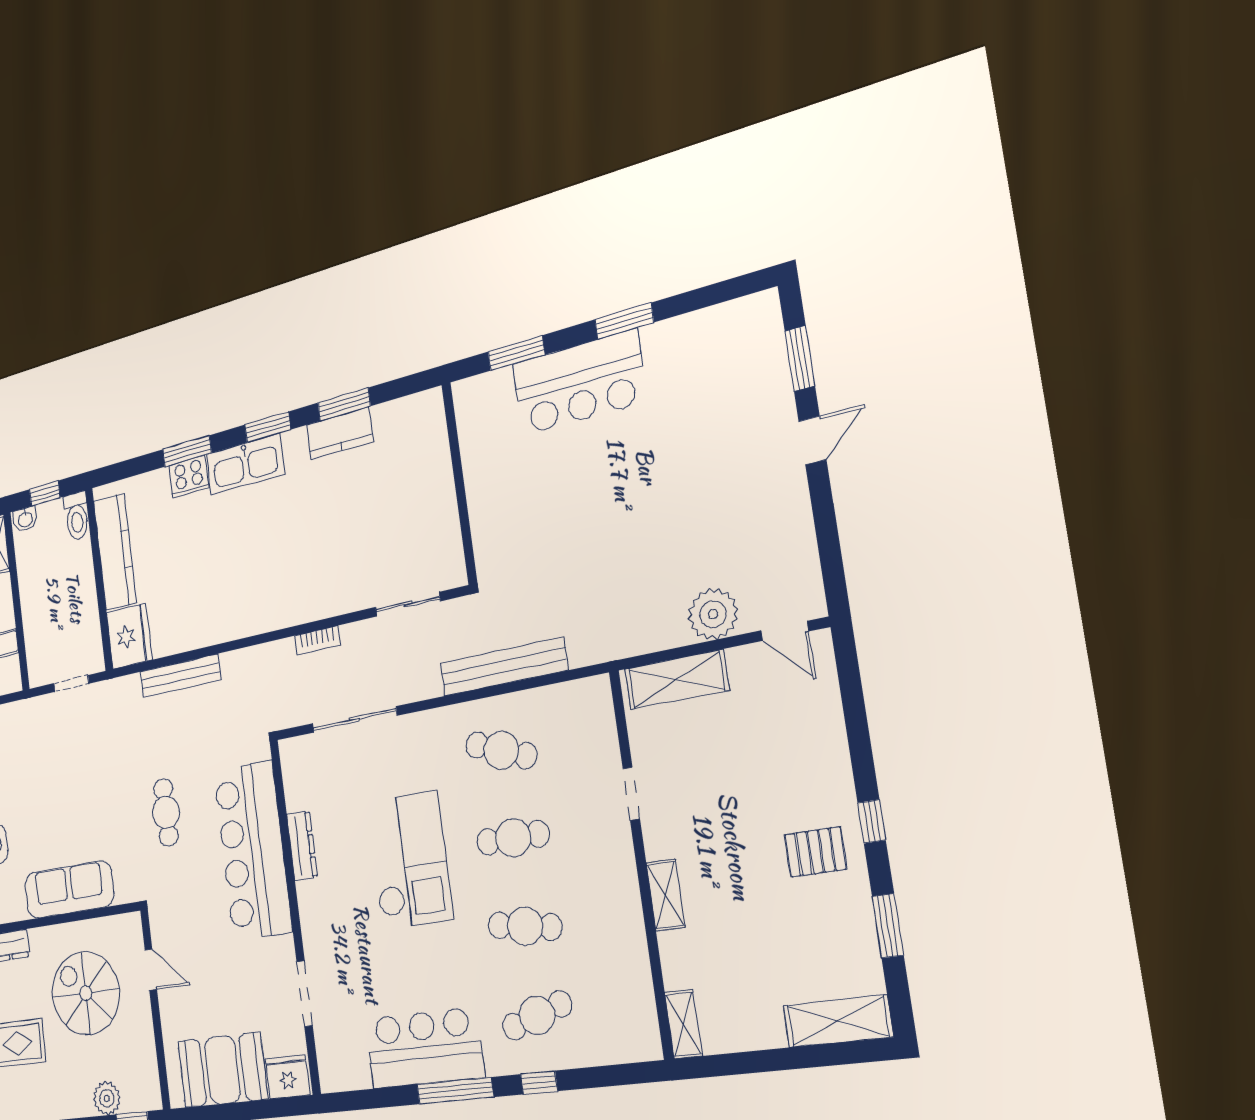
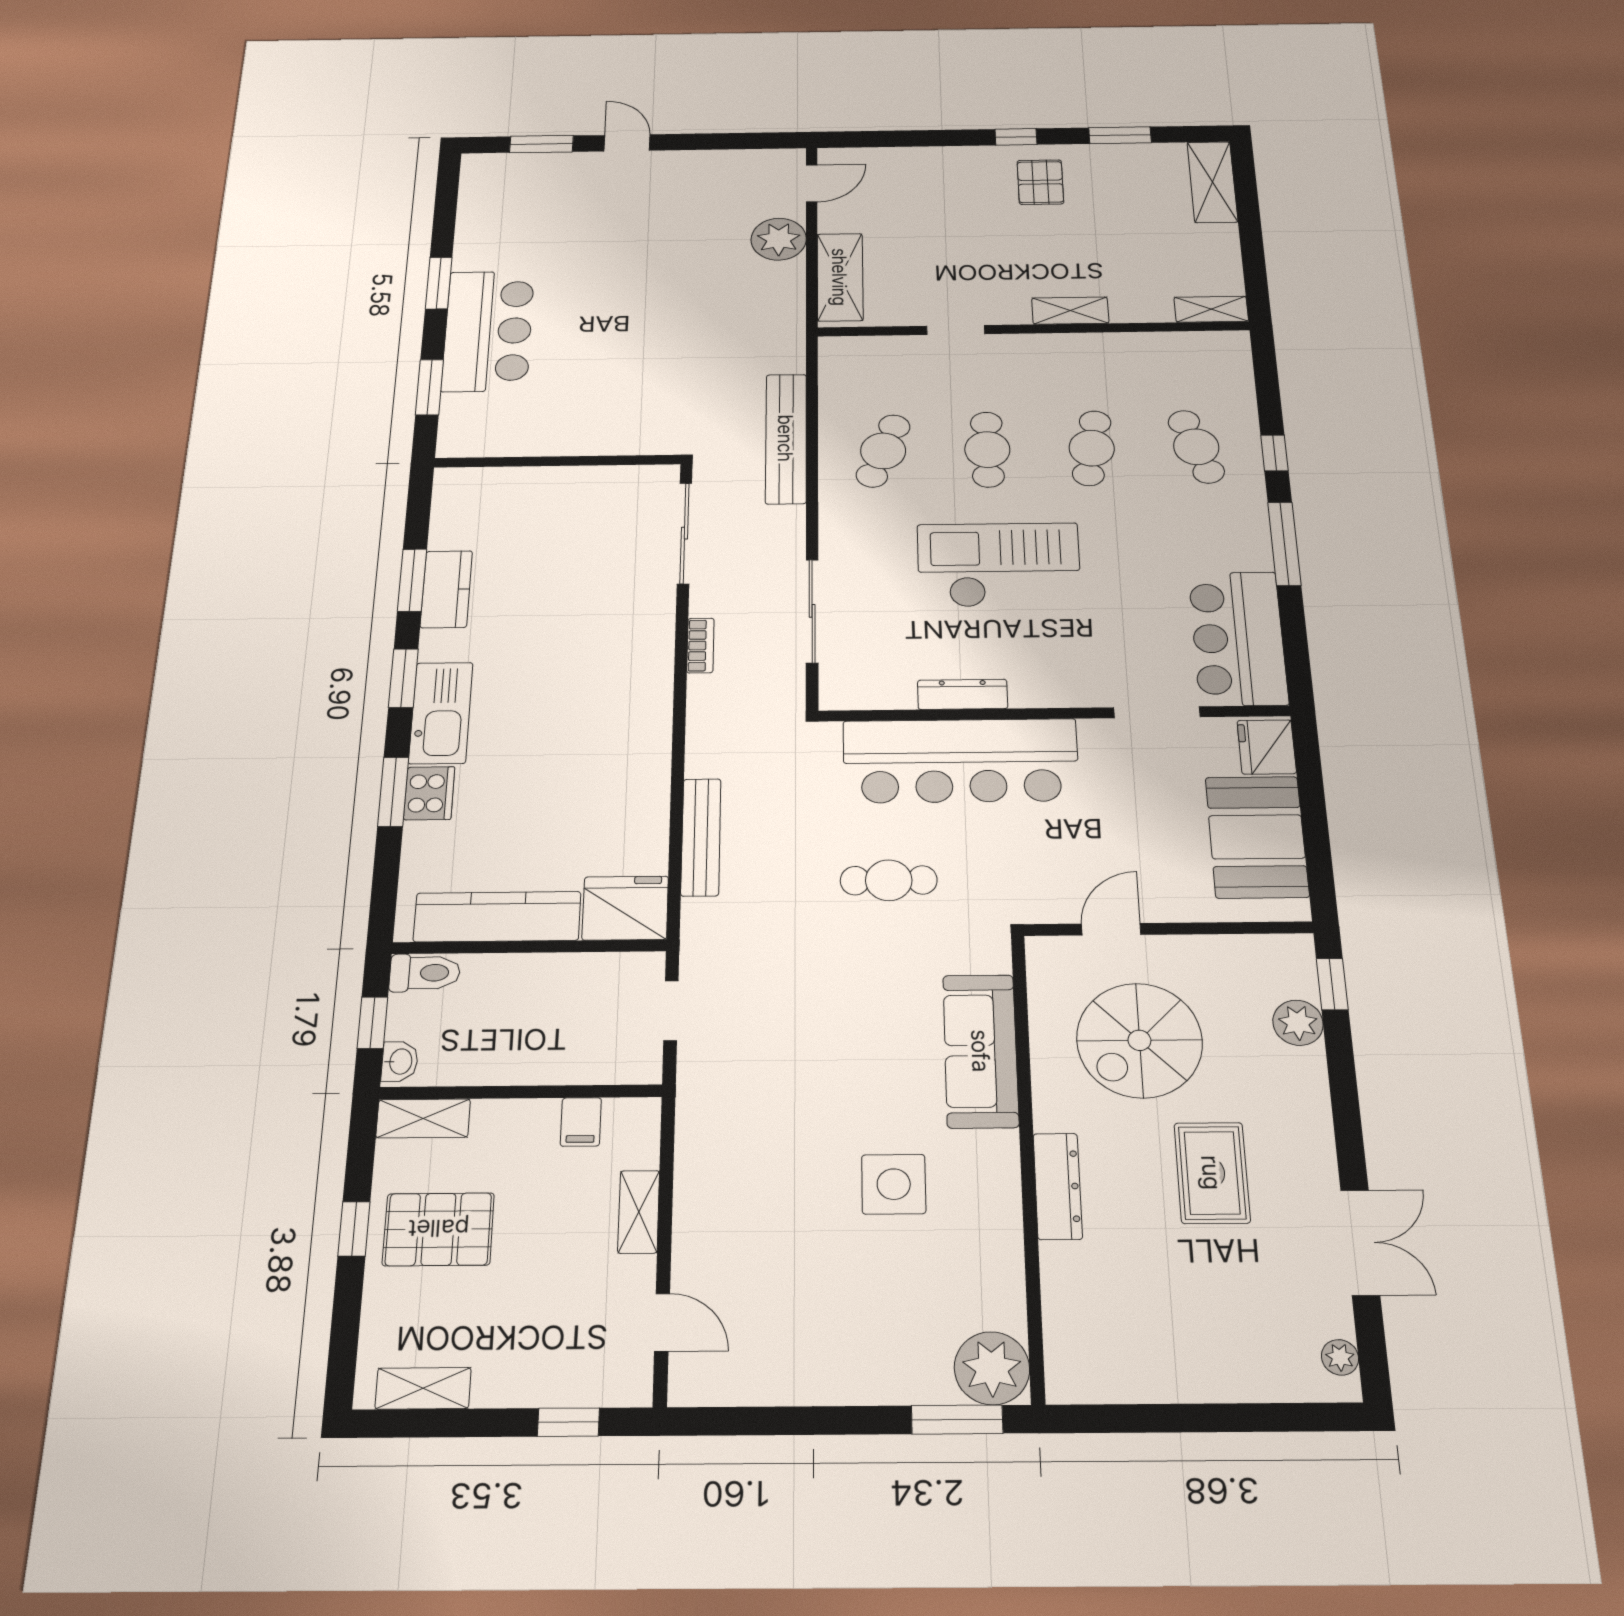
sliding door: (408, 604) -> (684, 533), width x1.37
bar counter: (424, 1048) -> (1238, 638), moved

